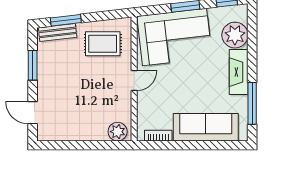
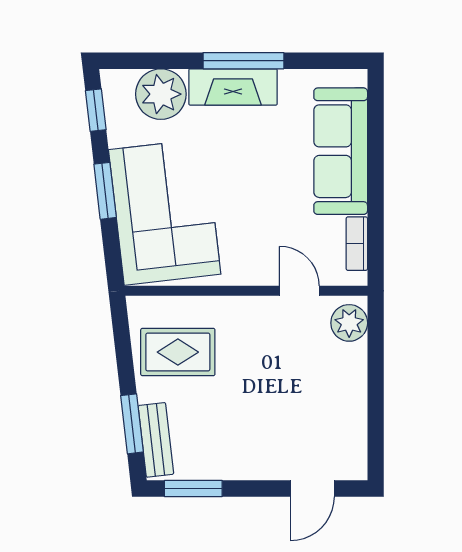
rug: (103, 44) -> (178, 352), turned 90
window: (33, 65) -> (193, 488), moved
door: (134, 80) -> (299, 291), moved
window: (252, 103) -> (243, 61), moved

